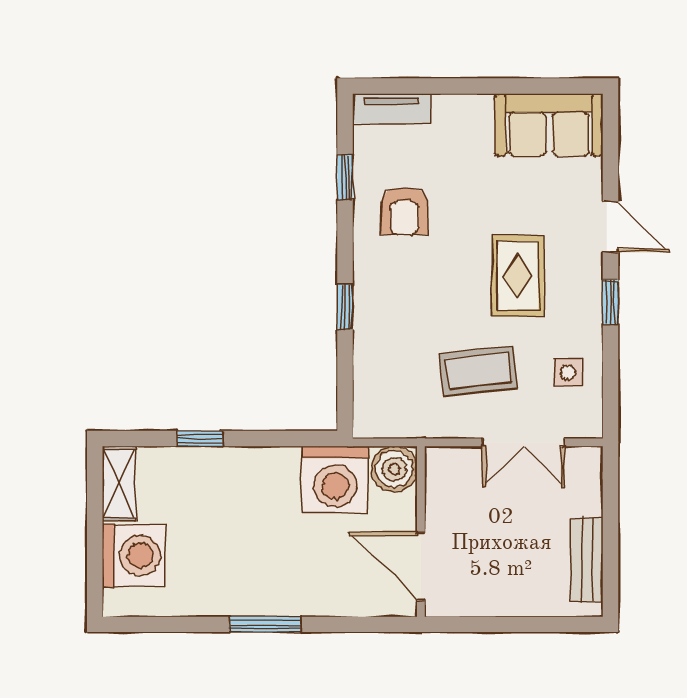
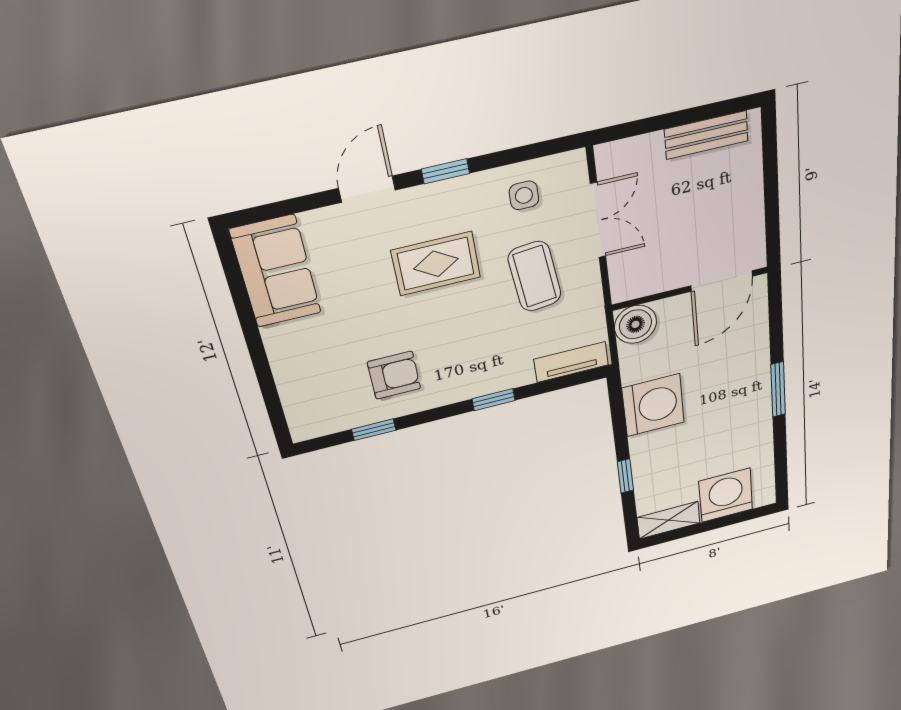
tv unit: (392, 109) -> (571, 362), moved, turned -90
washing machine: (335, 479) -> (653, 405), moved

